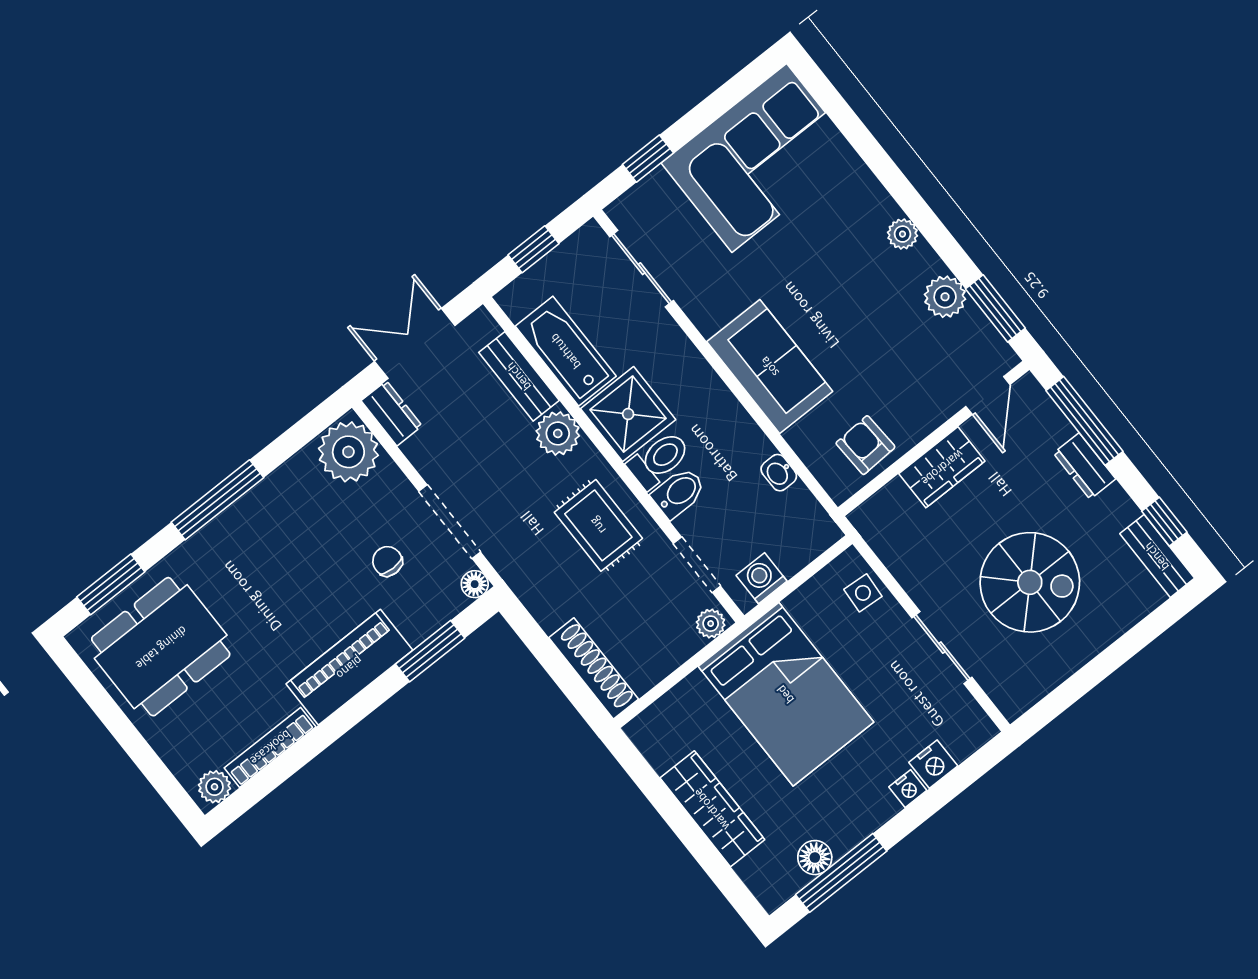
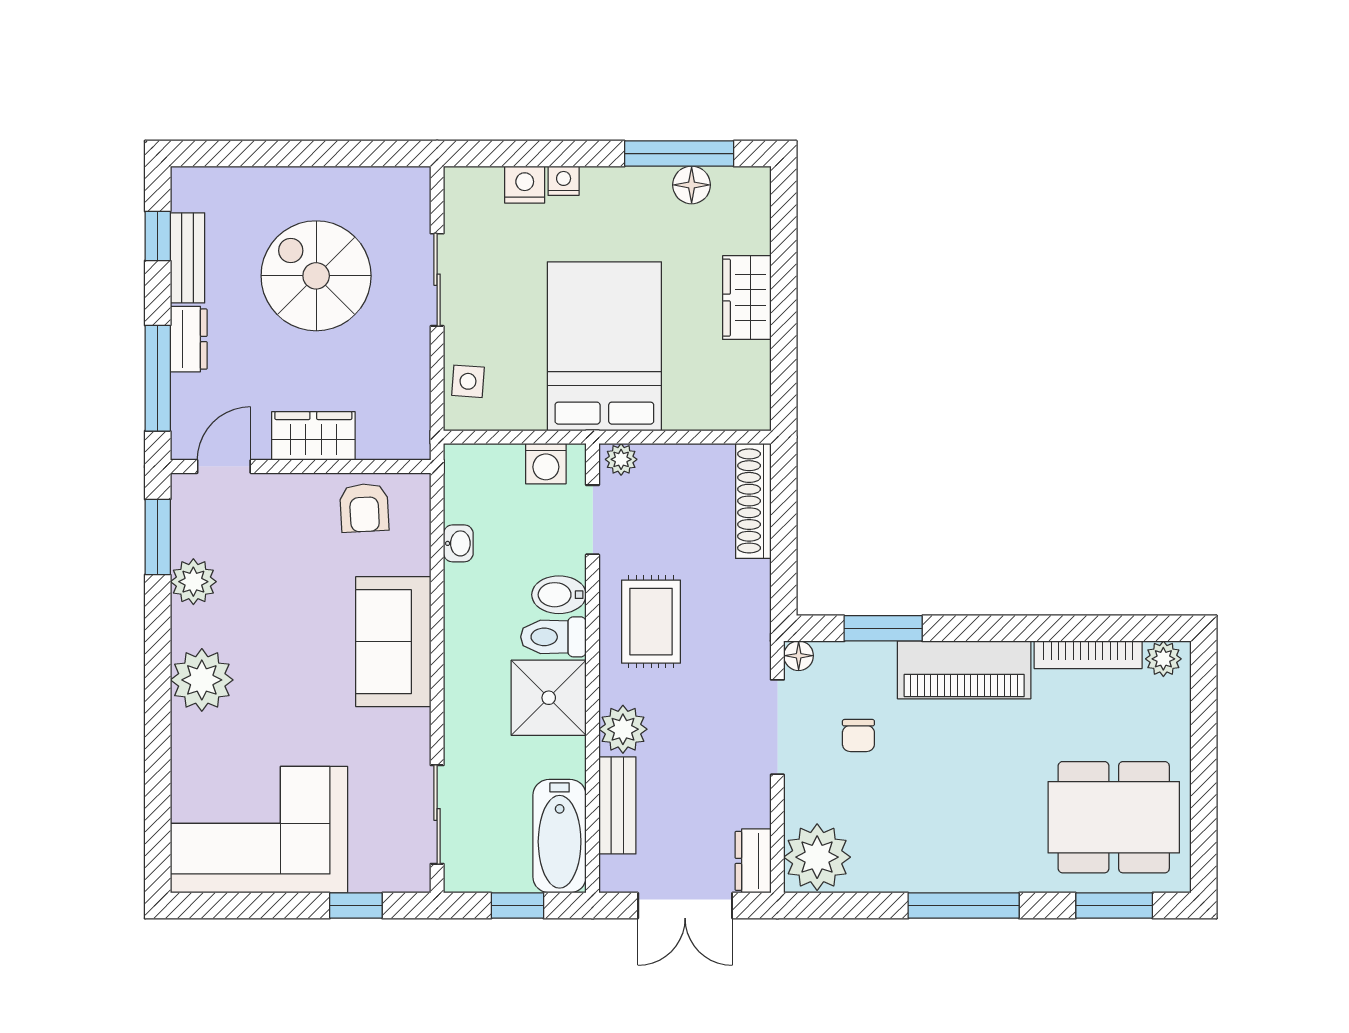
plant: (903, 234) -> (202, 680), width x1.87, depth x1.87
bathtub: (566, 351) -> (560, 836), moved
bench: (1157, 556) -> (188, 258), moved
wardrobe: (712, 809) -> (747, 298), width x0.67

